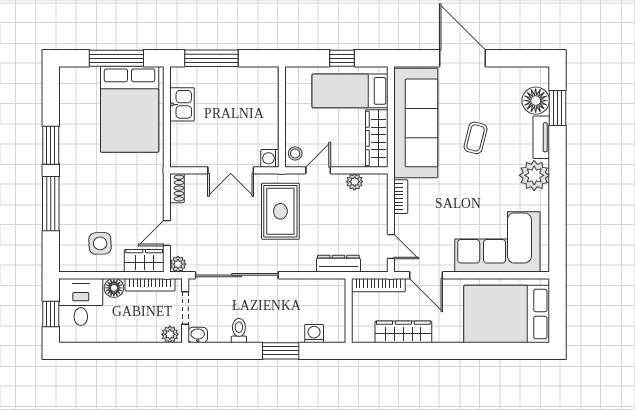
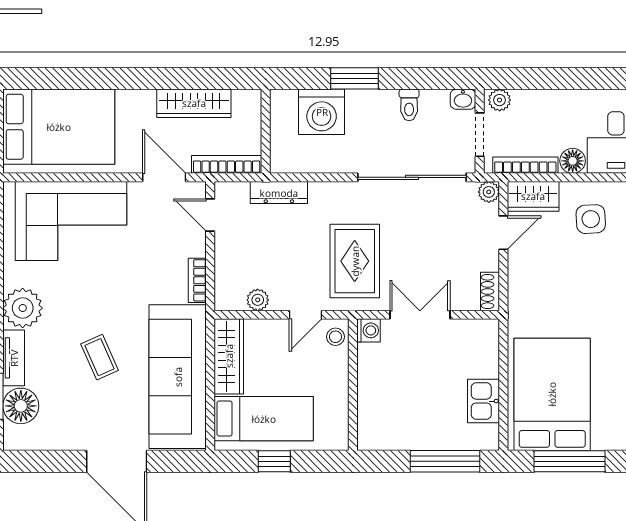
coffee table: (476, 138) -> (100, 357), turned -38
washing machine: (314, 334) -> (322, 112), width x1.89, depth x1.89

